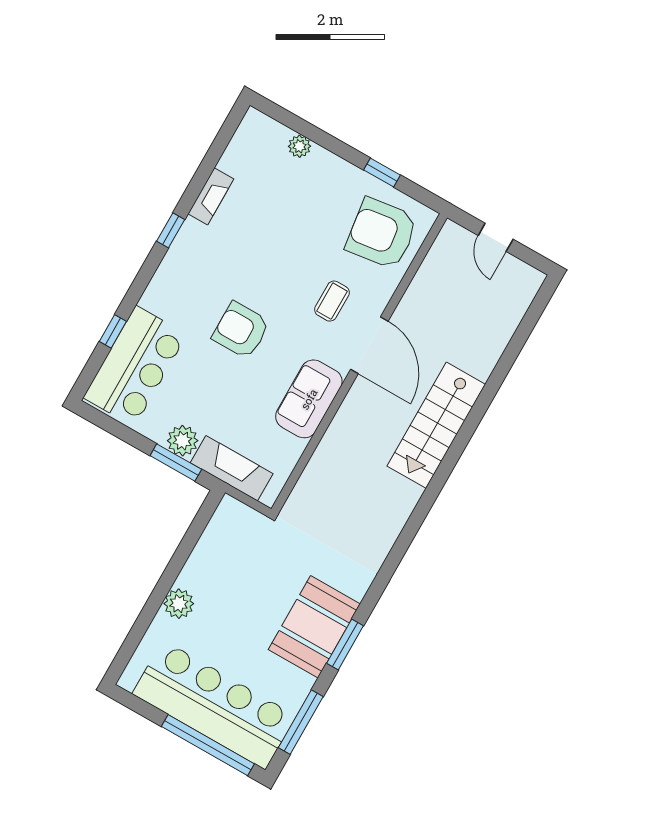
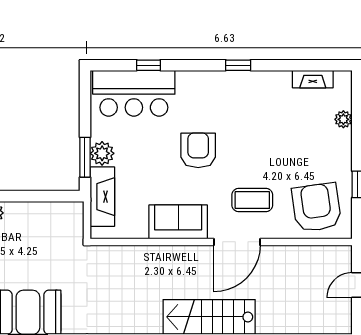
fireplace: (211, 196) -> (313, 79), moved
coffee table: (332, 301) -> (252, 200), width x1.36, depth x1.30

